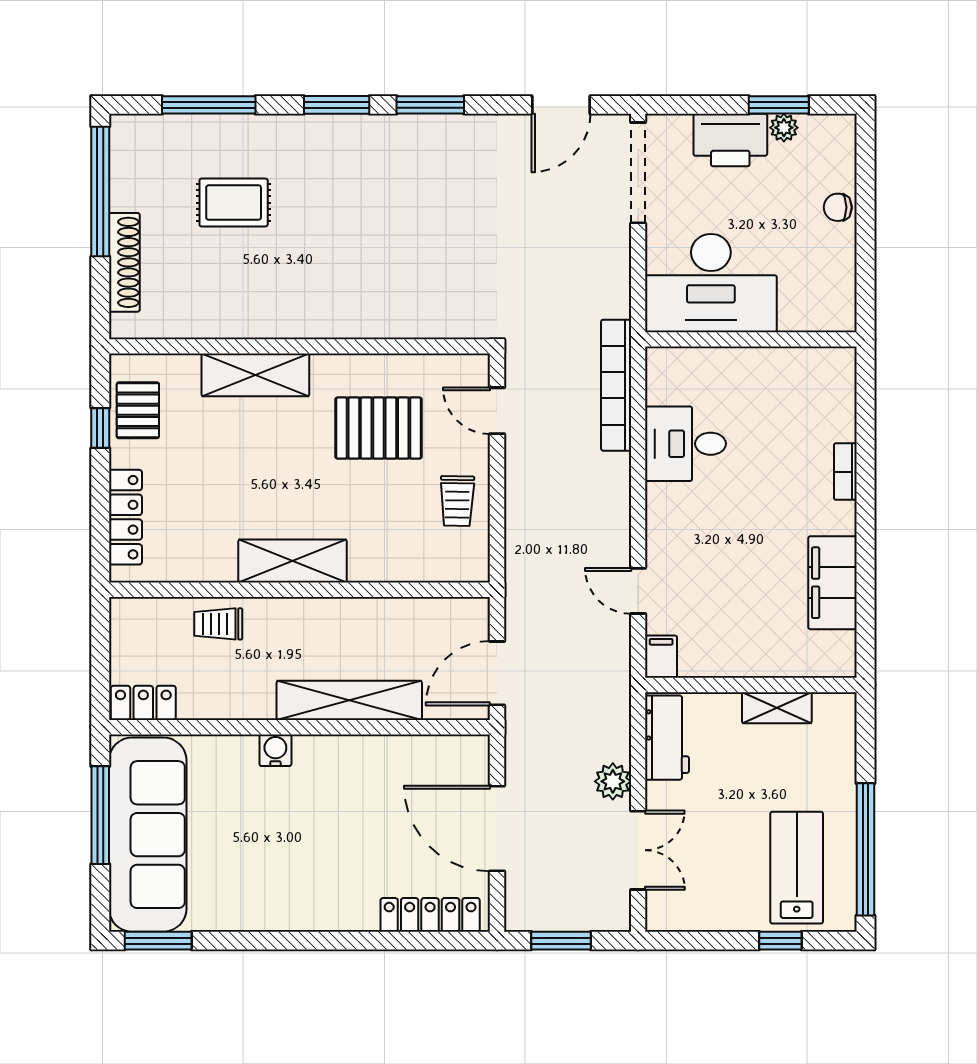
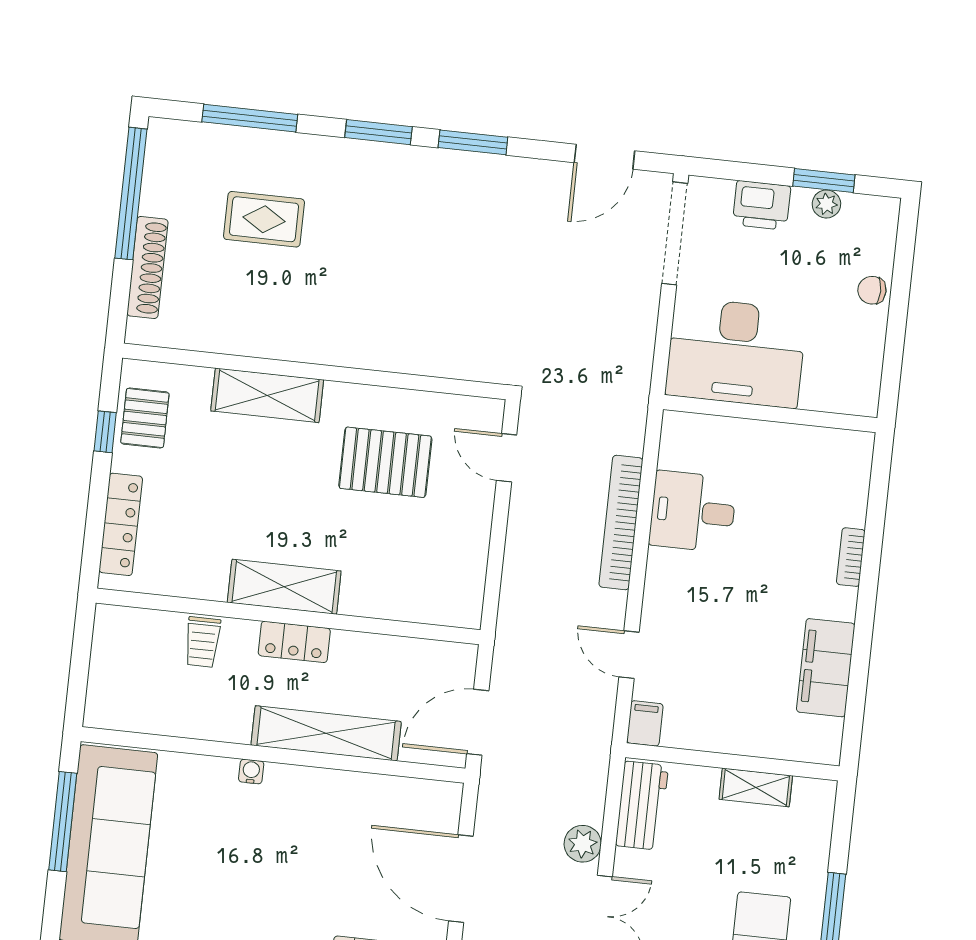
printer: (730, 140) -> (762, 205), width x0.73, depth x0.84
bookcase: (616, 385) -> (621, 523), moved
trolley: (457, 501) -> (457, 544), removed
trolley: (218, 624) -> (202, 642), turned -90
locker: (143, 703) -> (294, 642), moved, turned 180
water cooler: (275, 750) -> (251, 772), width x0.72, depth x0.72

